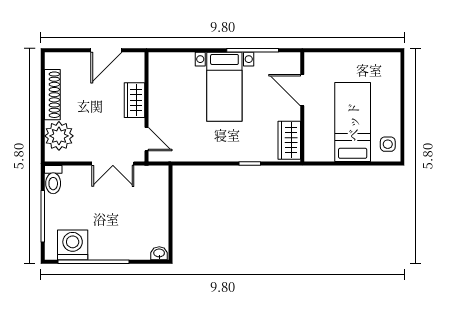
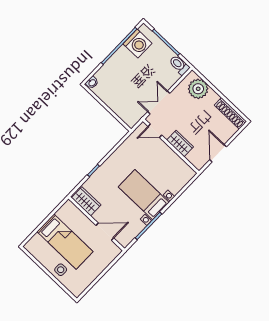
shoe rack: (52, 95) -> (230, 113), moved
side table: (388, 144) -> (61, 270), moved

